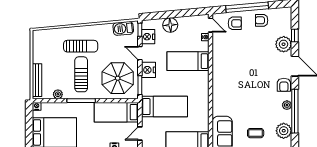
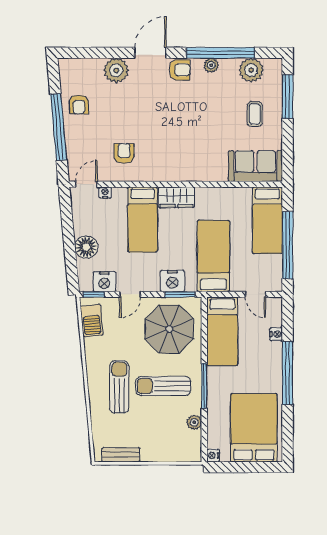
armchair: (235, 23) -> (124, 153), moved
window: (295, 35) -> (103, 53), removed
nightstand: (148, 70) -> (172, 281), moved
bench: (37, 80) -> (121, 455), moved, width x0.73
wardrobe: (202, 83) -> (177, 197), added

